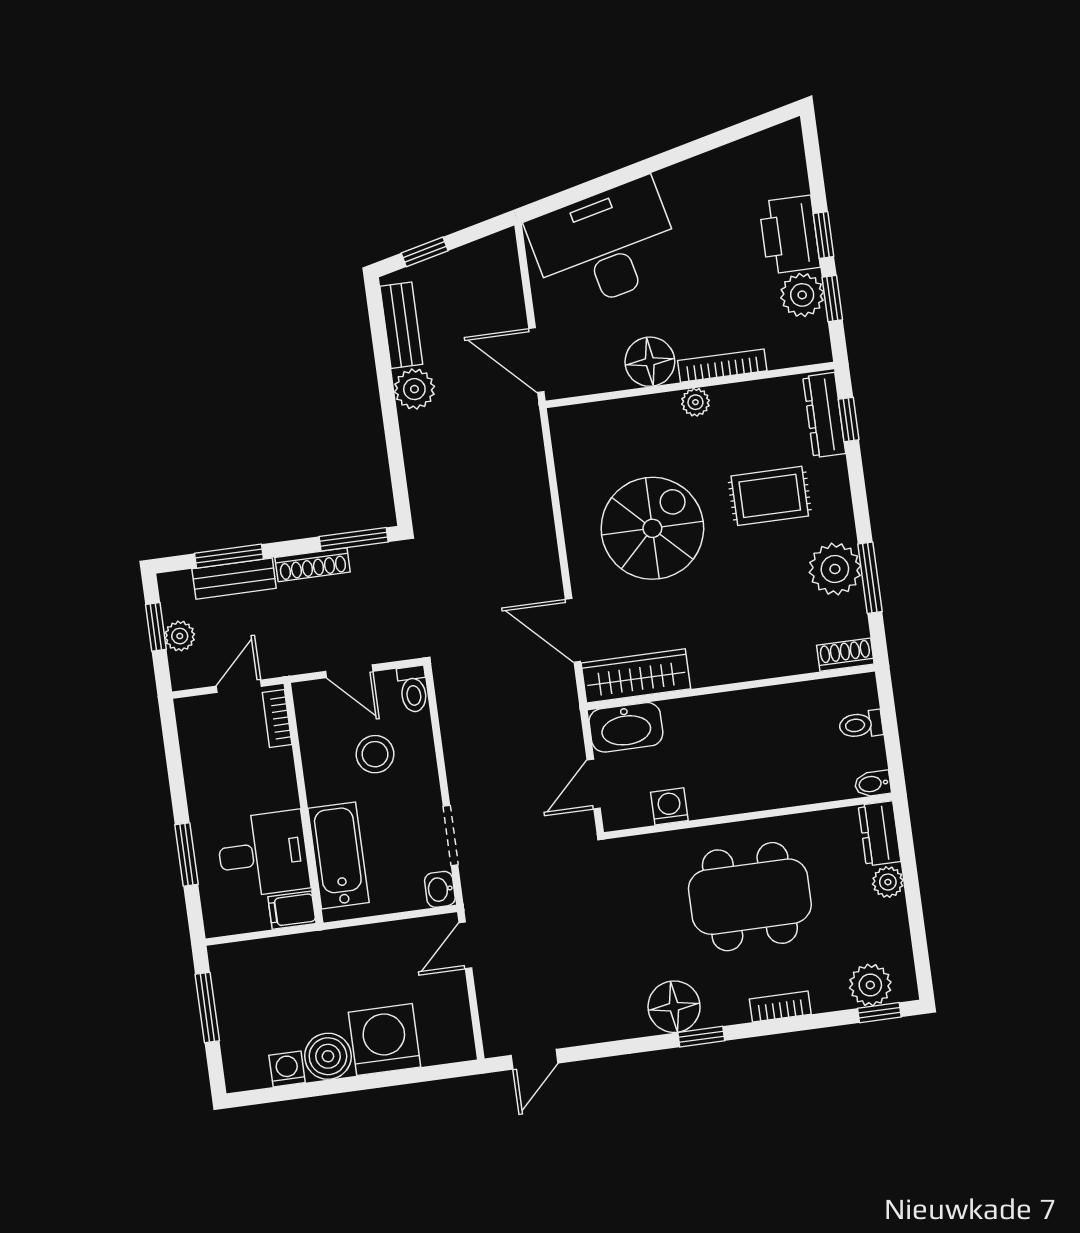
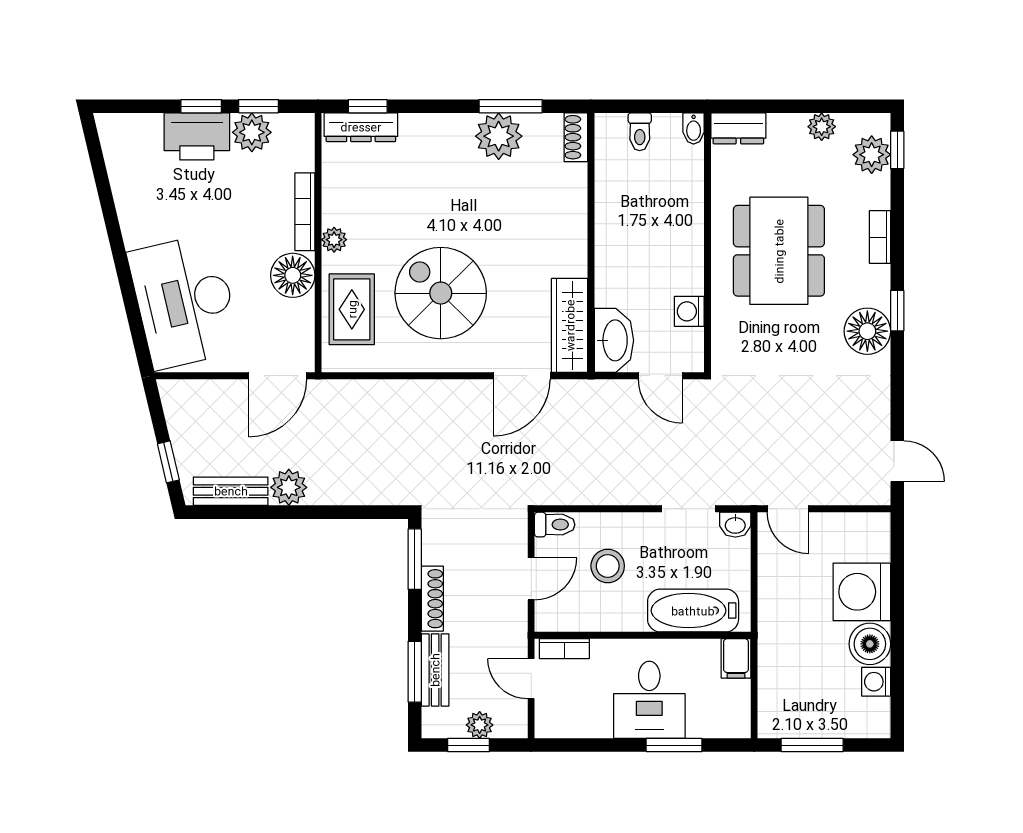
rug: (770, 496) -> (352, 309), moved
desk: (263, 854) -> (649, 700), moved, turned 180
plant: (888, 882) -> (822, 127), moved

